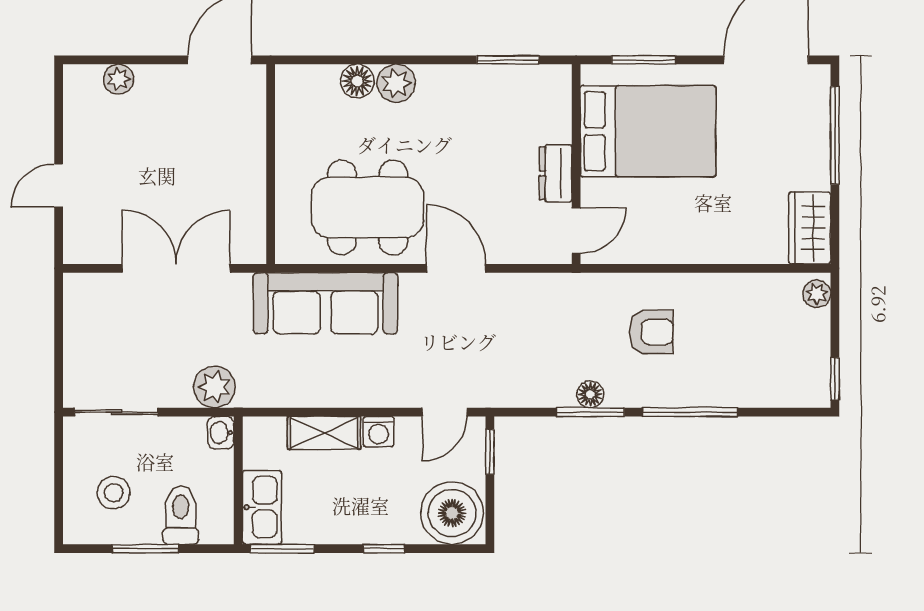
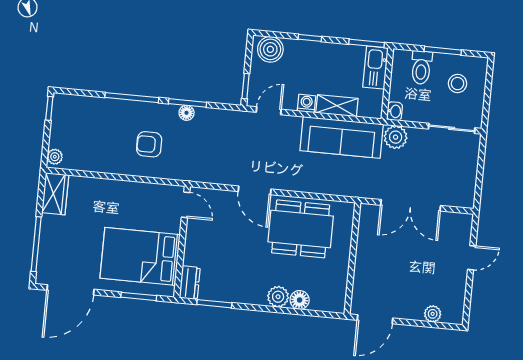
dresser: (556, 173) -> (190, 283), moved
door: (576, 231) -> (186, 205), swing flipped
sofa: (326, 303) -> (342, 137), moved, turned 180
boiler: (452, 513) -> (270, 49), width x0.73, depth x0.73

